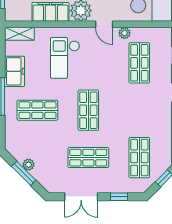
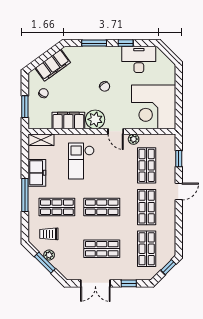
shop shelf: (88, 110) -> (102, 207), turned 90
shop shelf: (139, 110) -> (147, 207), added
trolley: (28, 141) -> (49, 234), added

